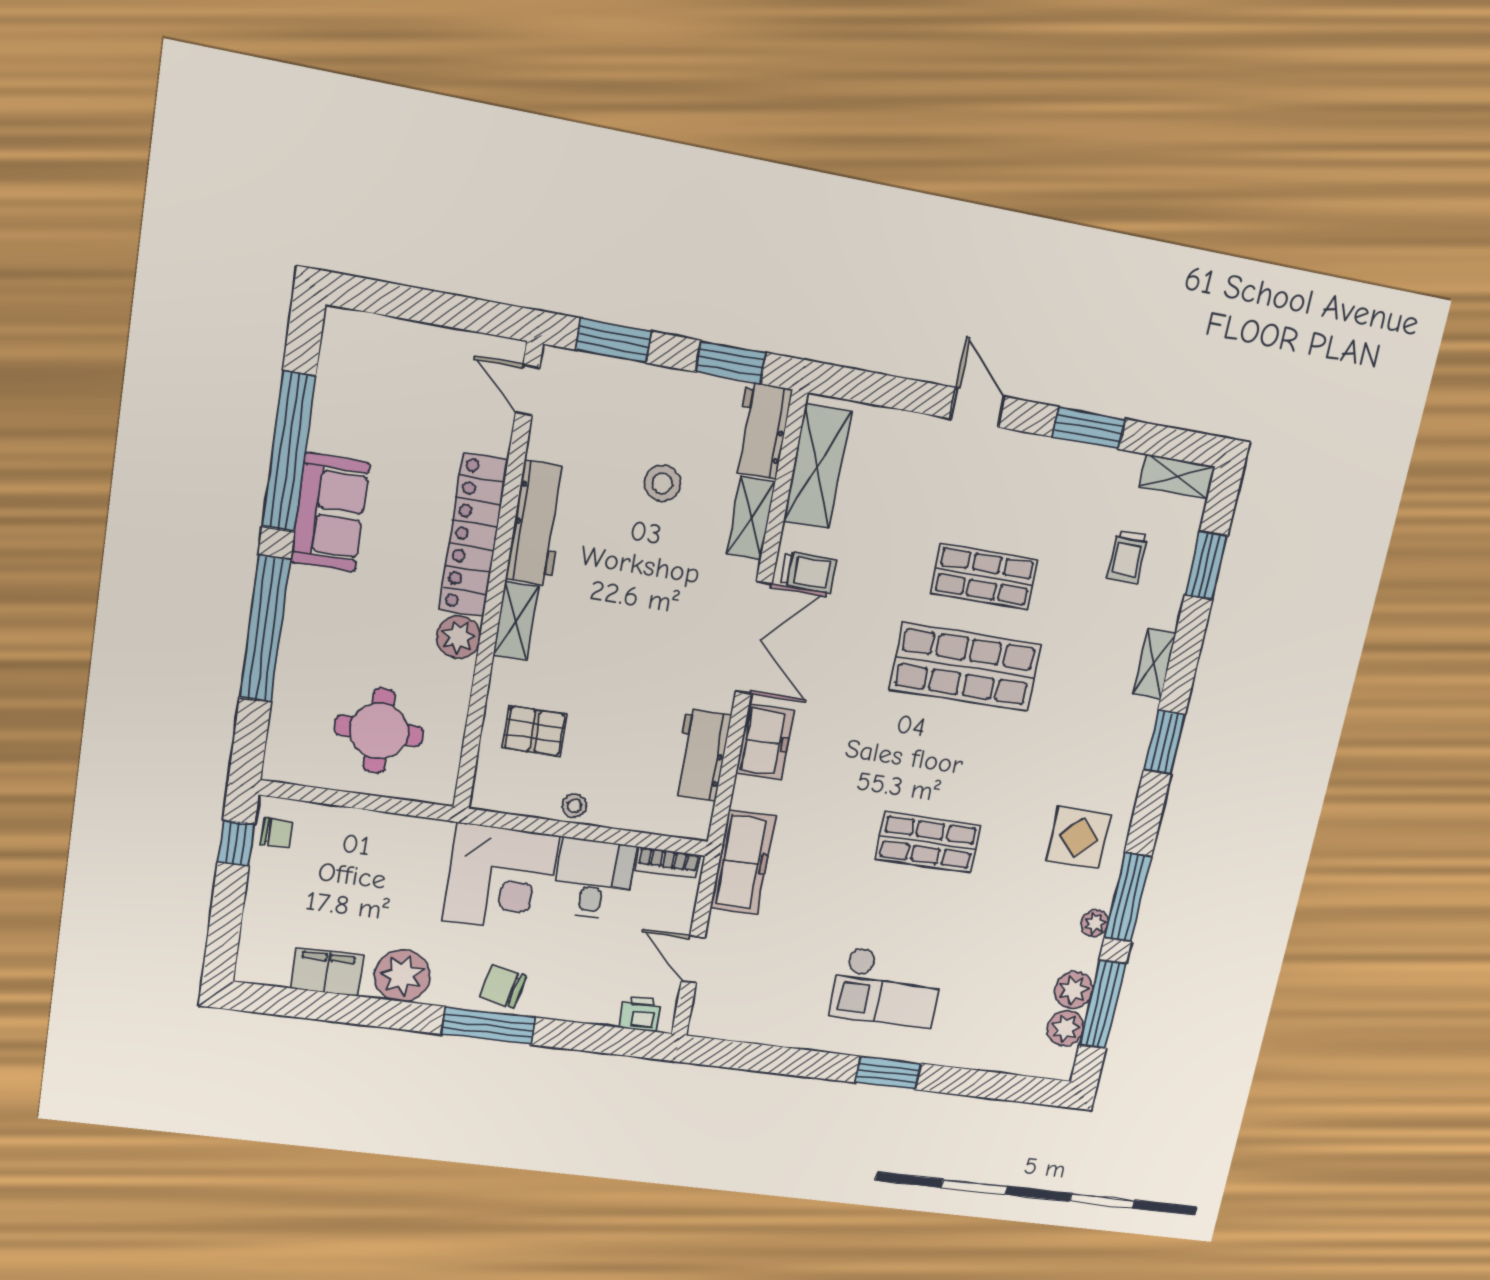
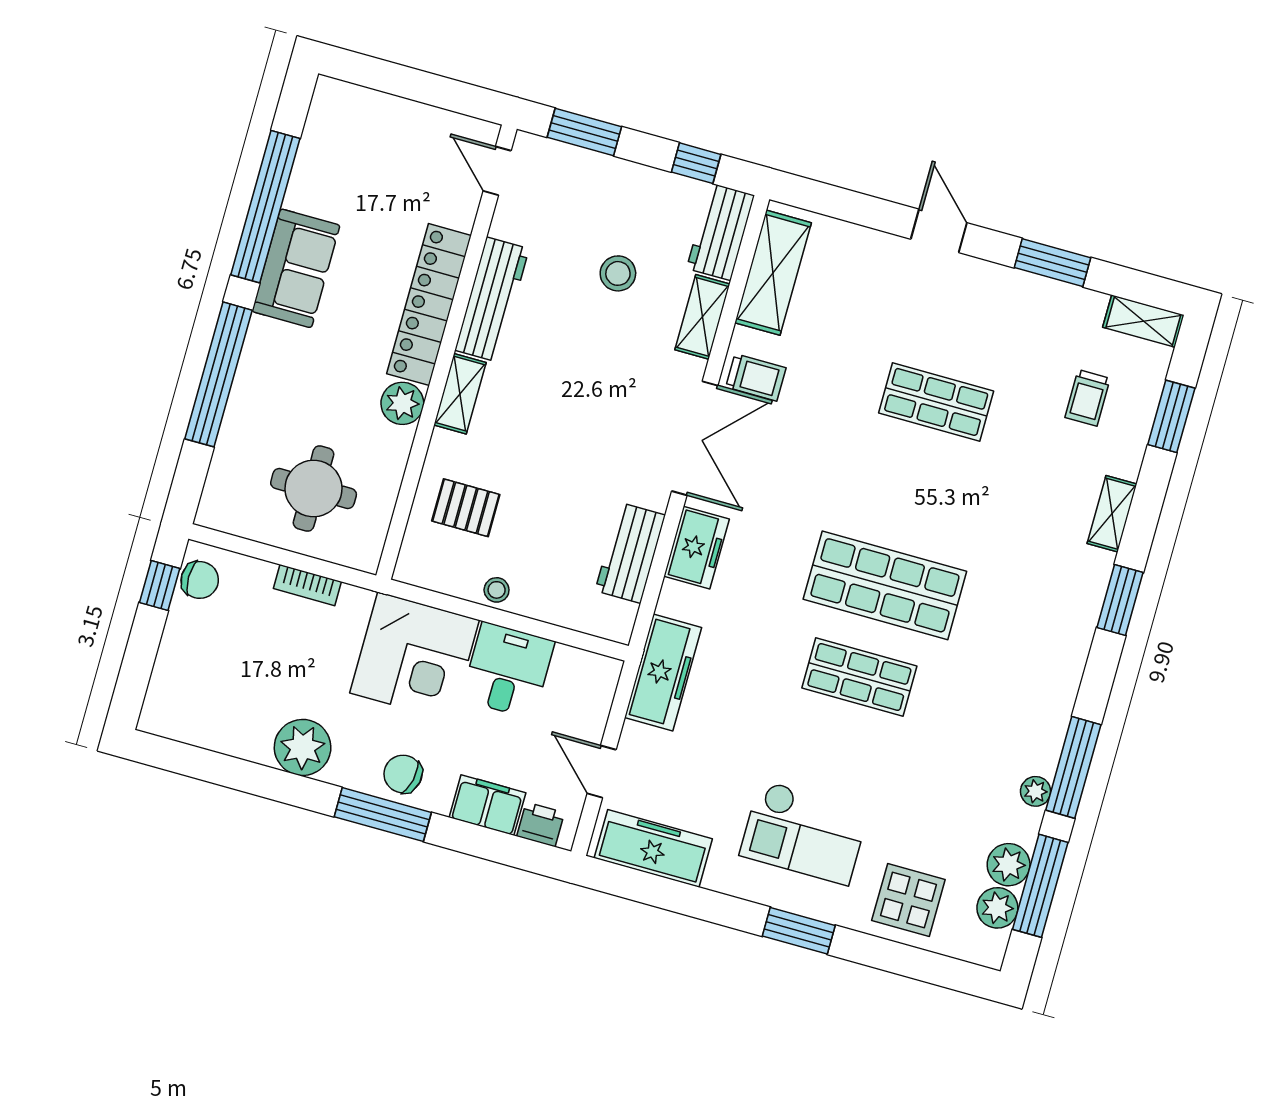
window: (731, 362) -> (696, 163), width x0.67
shop shelf: (965, 667) -> (885, 585), moved
chair: (276, 833) -> (200, 580), width x1.37, depth x1.37
display table: (1079, 838) -> (908, 900), moved
bookcase: (668, 862) -> (307, 585), moved
filing cabinet: (327, 972) -> (487, 805), moved
freezer: (748, 1021) -> (653, 848), added

